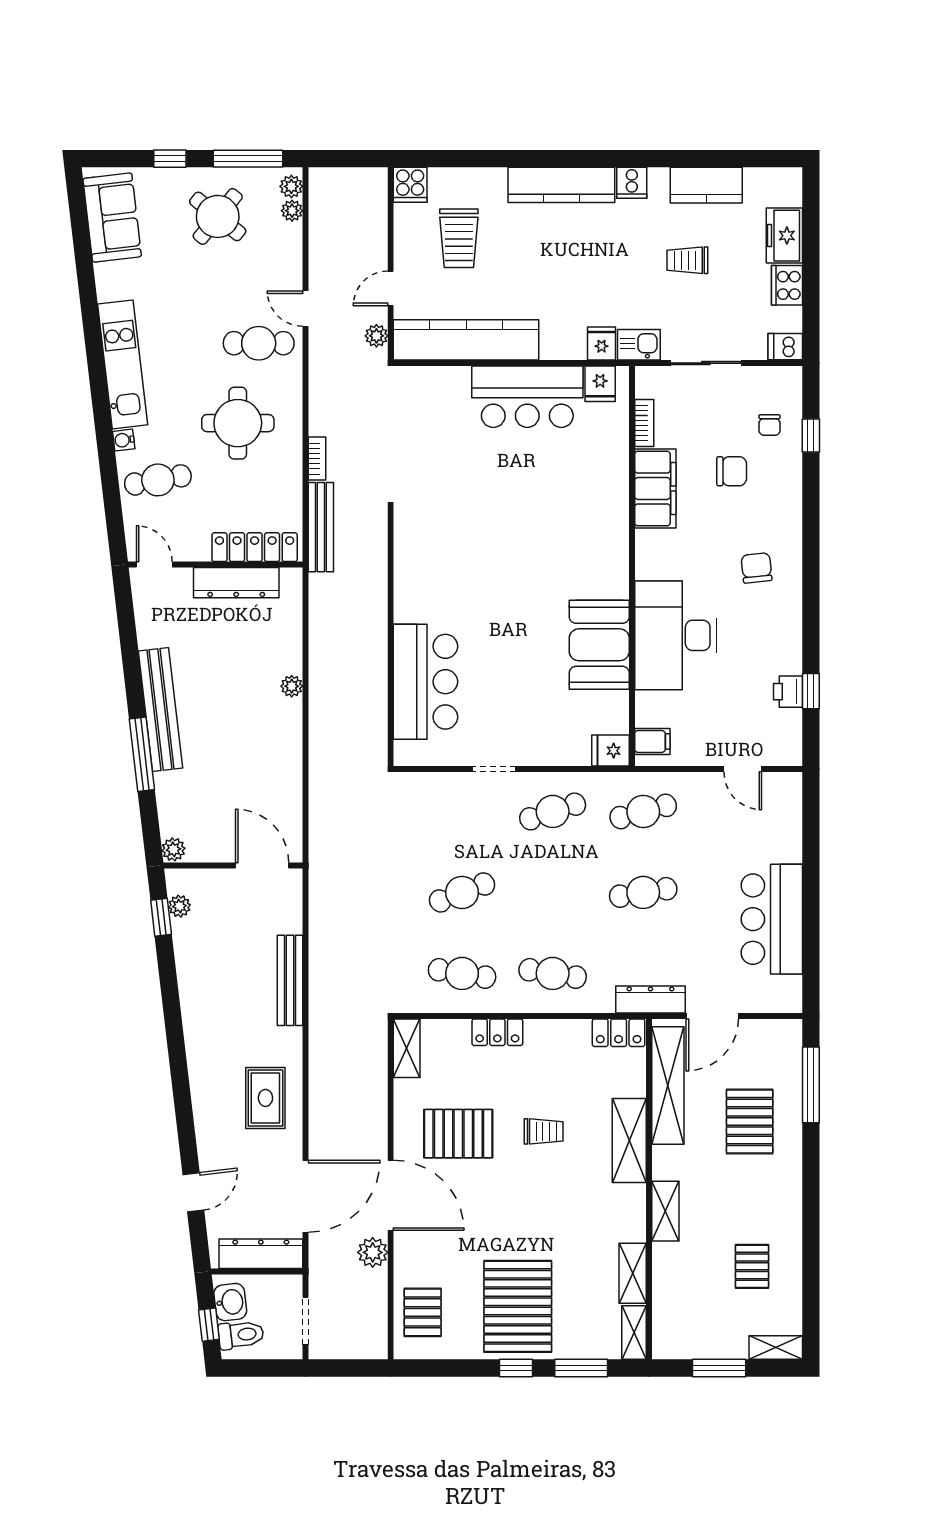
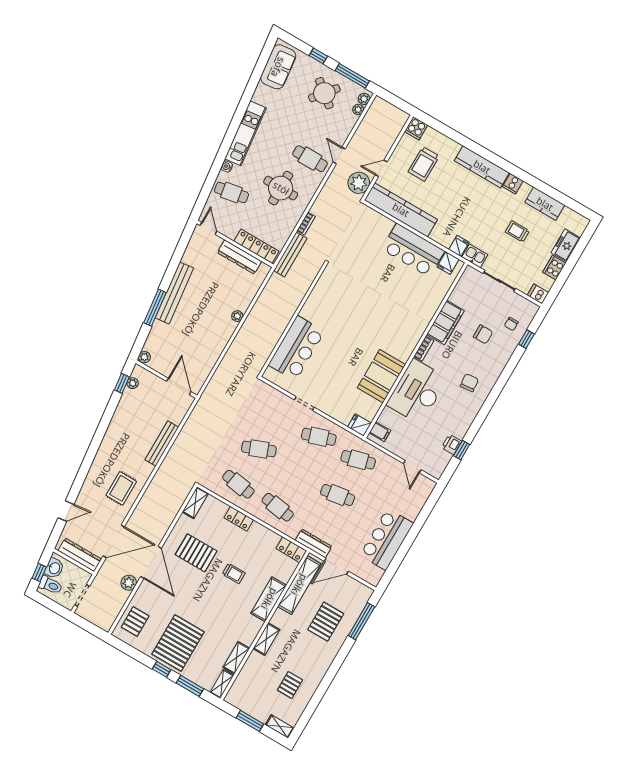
plant: (376, 336) -> (359, 183), width x1.88, depth x1.88
bookcase: (644, 423) -> (424, 349), moved

